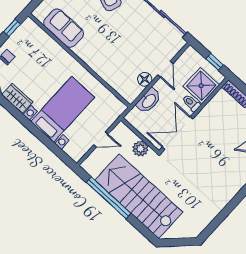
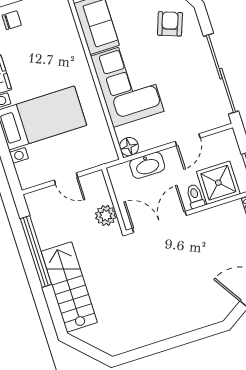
corner sofa: (106, 55) -> (127, 84), added
floor lamp: (145, 79) -> (129, 147), moved
stairs: (139, 196) -> (69, 287), width x0.73, depth x0.66

